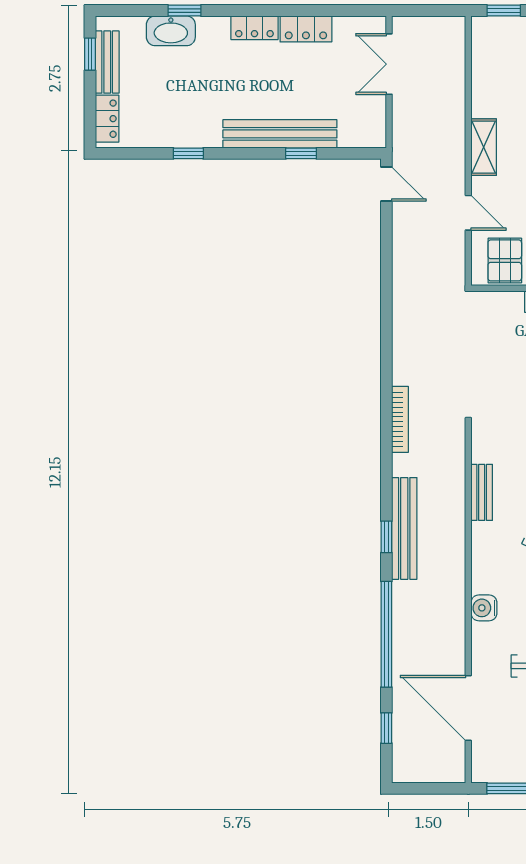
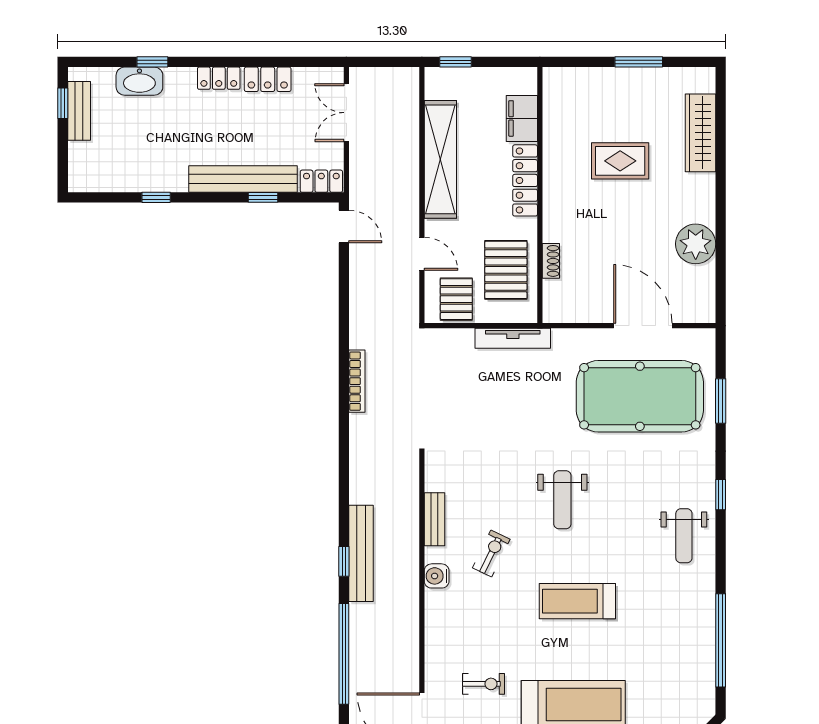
locker: (107, 119) -> (321, 181), moved, turned -90
shelving: (484, 147) -> (440, 159), width x2.20, depth x1.33
bookcase: (400, 419) -> (357, 381), moved
water cooler: (484, 608) -> (437, 576), moved

